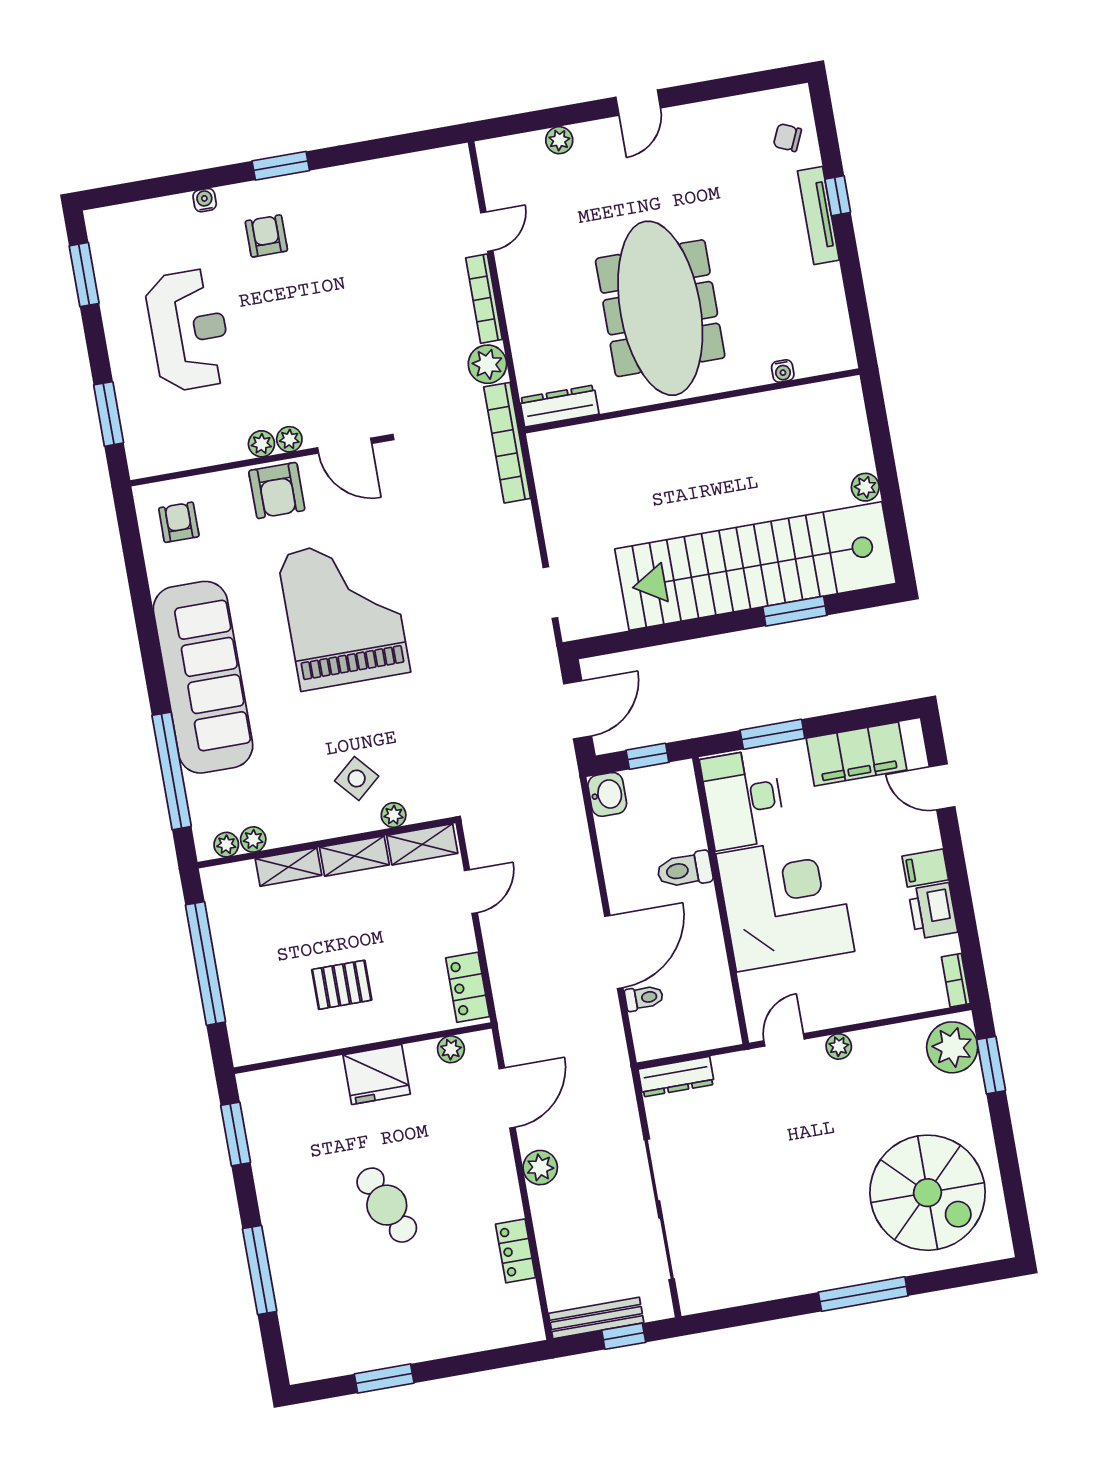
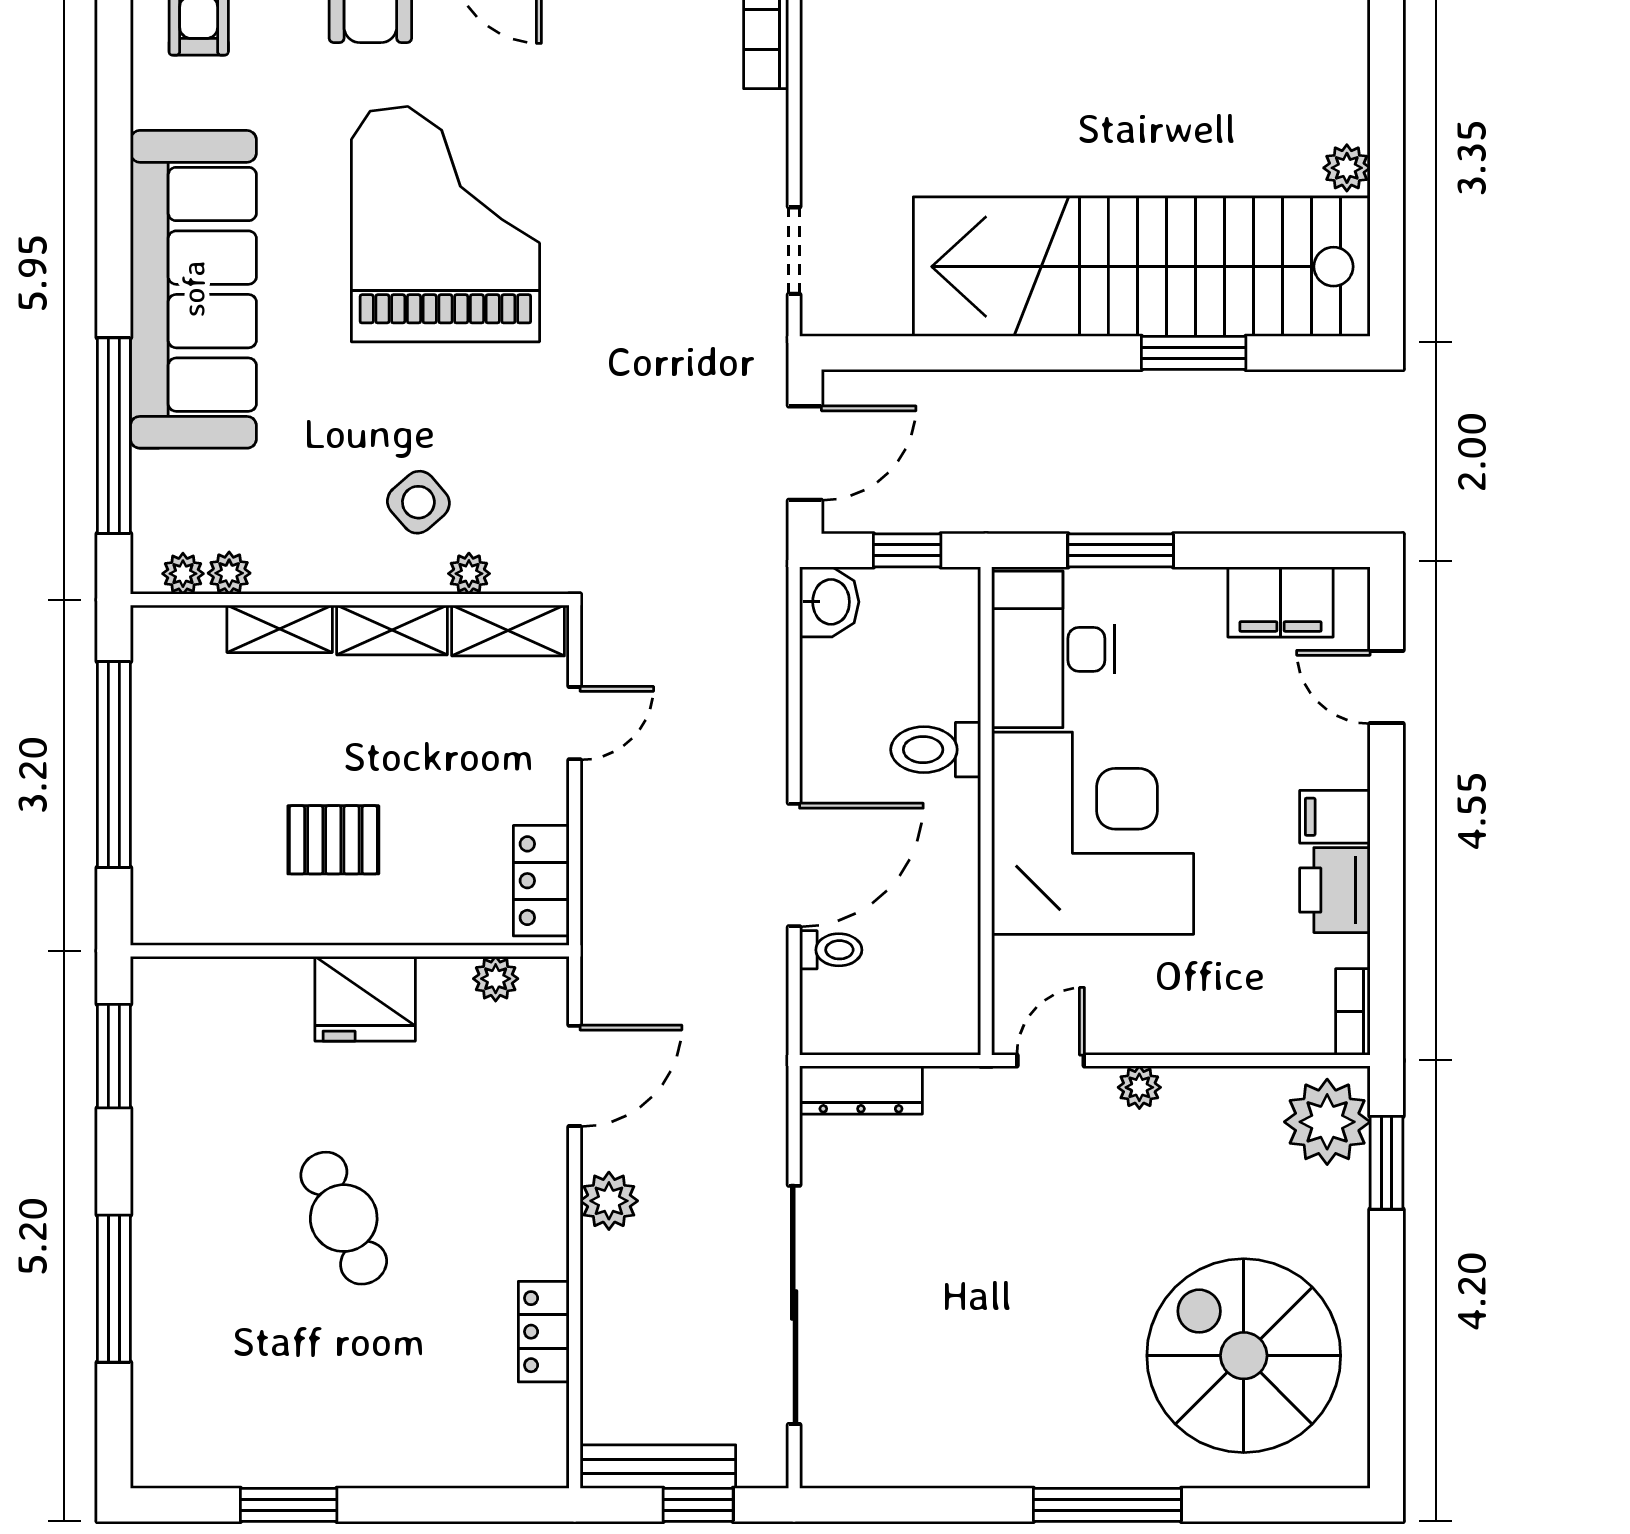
filing cabinet: (856, 754) -> (1281, 602), width x0.67, depth x0.86
spiral stairs: (928, 1193) -> (1244, 1356), turned 180

